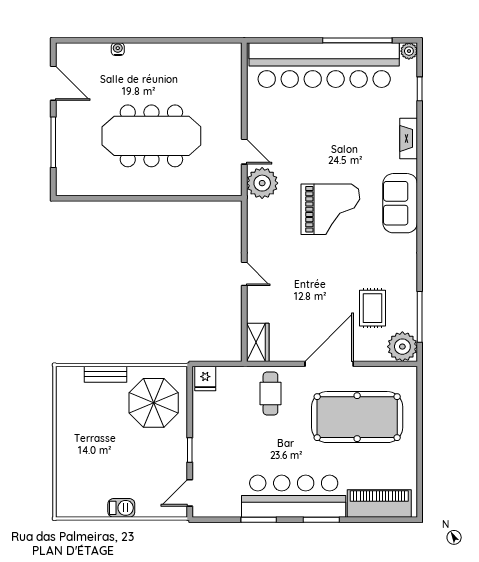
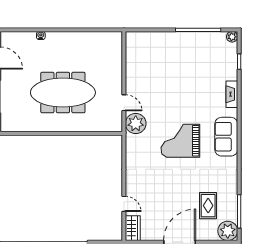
bar counter: (324, 65) -> (176, 46), removed
grand piano: (330, 209) -> (180, 141), turned 180
door: (244, 274) -> (124, 204), moved

